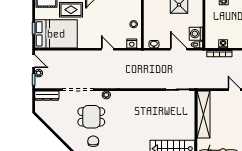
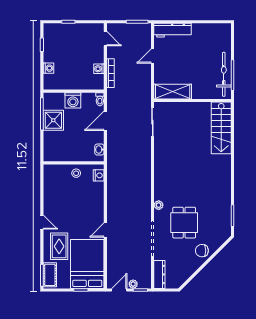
washing machine: (196, 34) -> (73, 100), moved
door: (107, 49) -> (105, 230), moved
shelving: (204, 114) -> (173, 92), width x0.68
chair: (93, 141) -> (202, 251), moved

